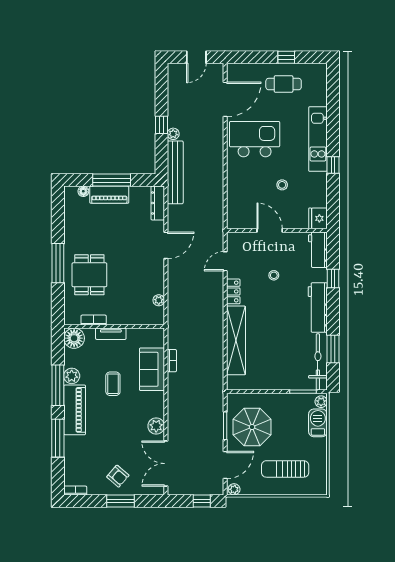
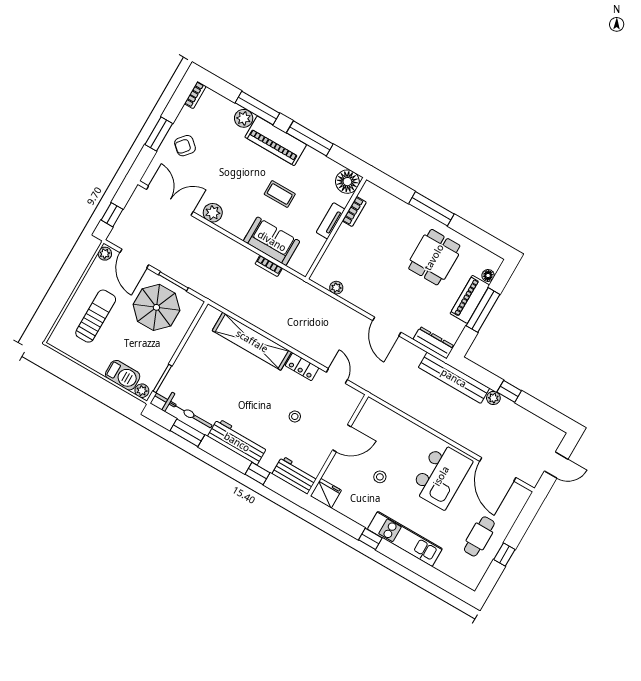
door: (196, 57) -> (556, 465), swing flipped
dining table: (89, 275) -> (434, 257), moved, turned 90
plant: (72, 376) -> (244, 118), moved

